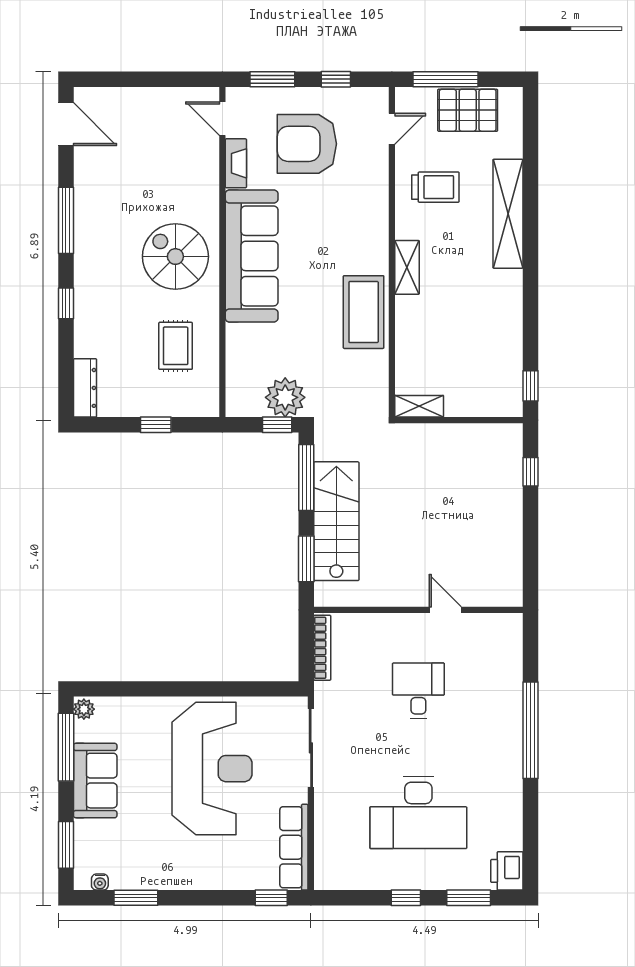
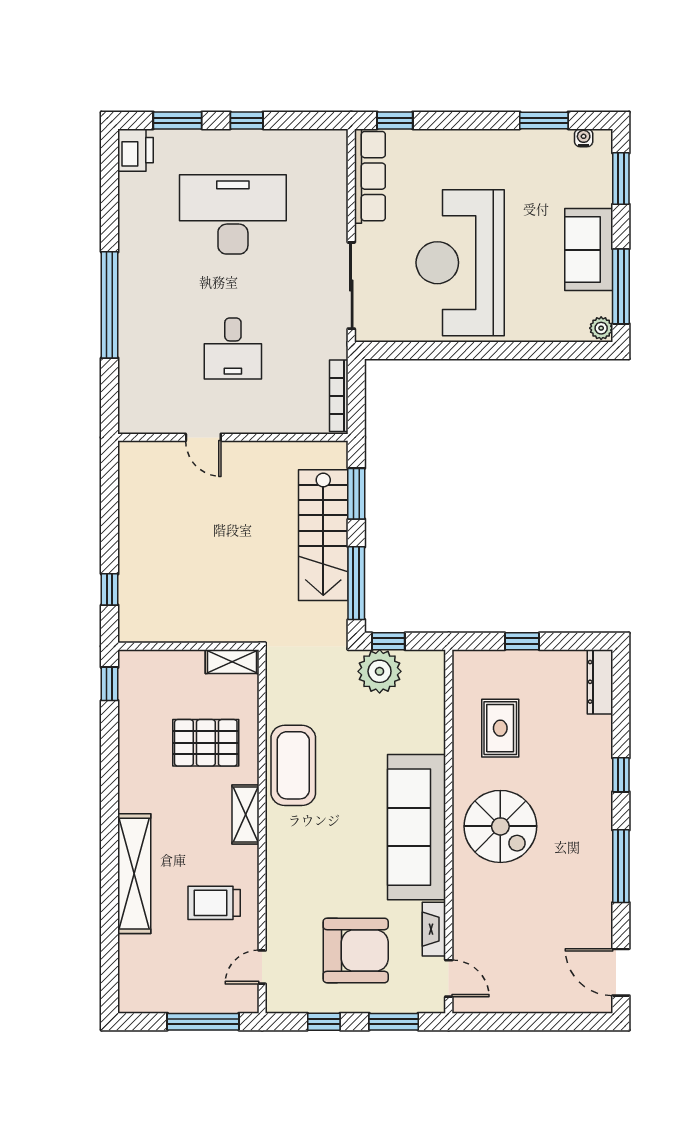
pallet: (468, 110) -> (206, 743), moved

